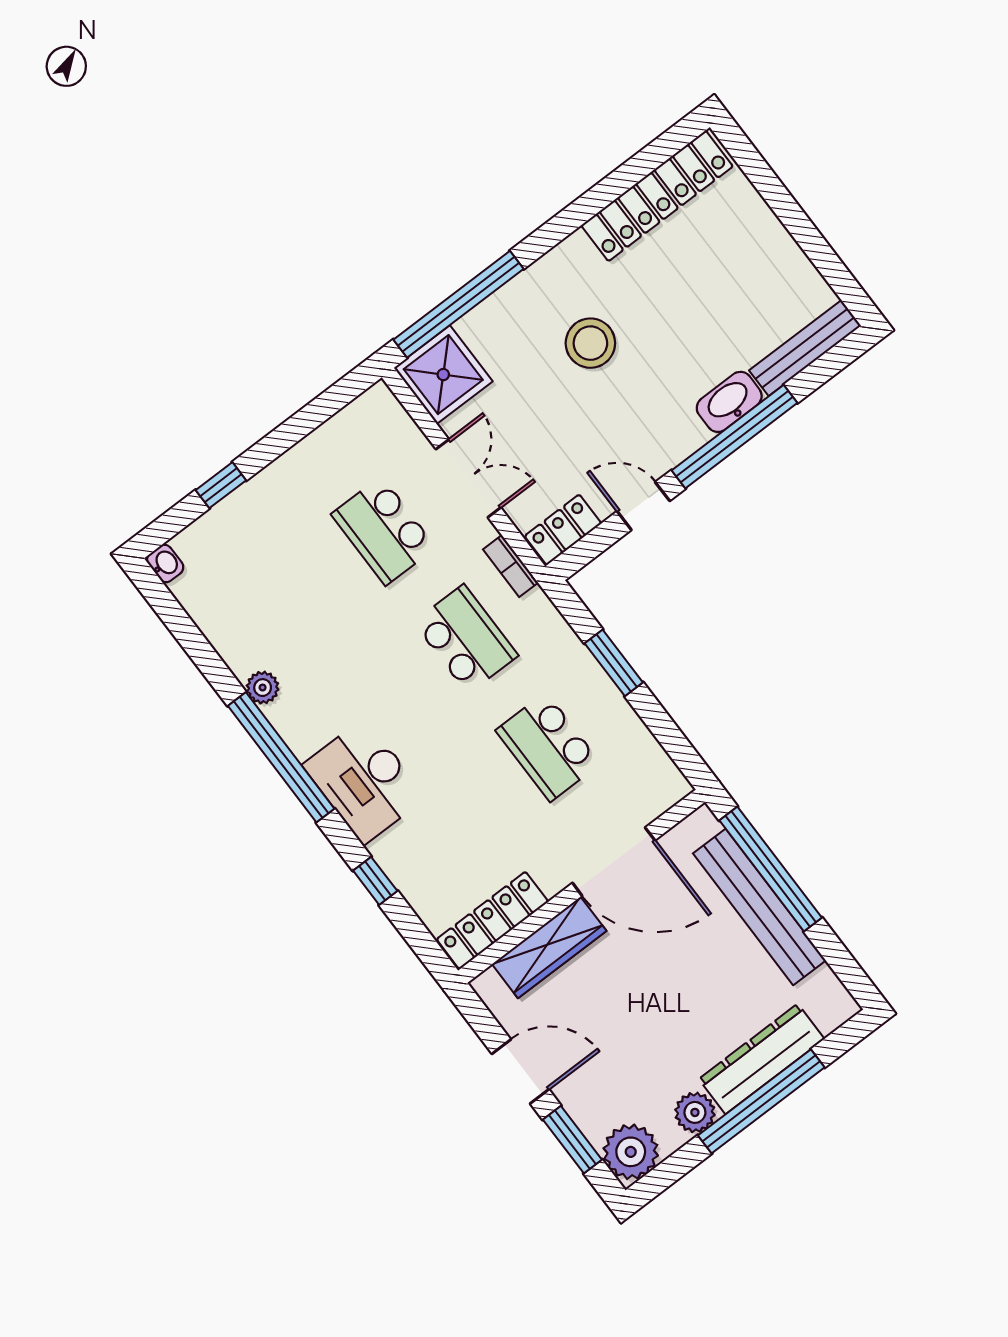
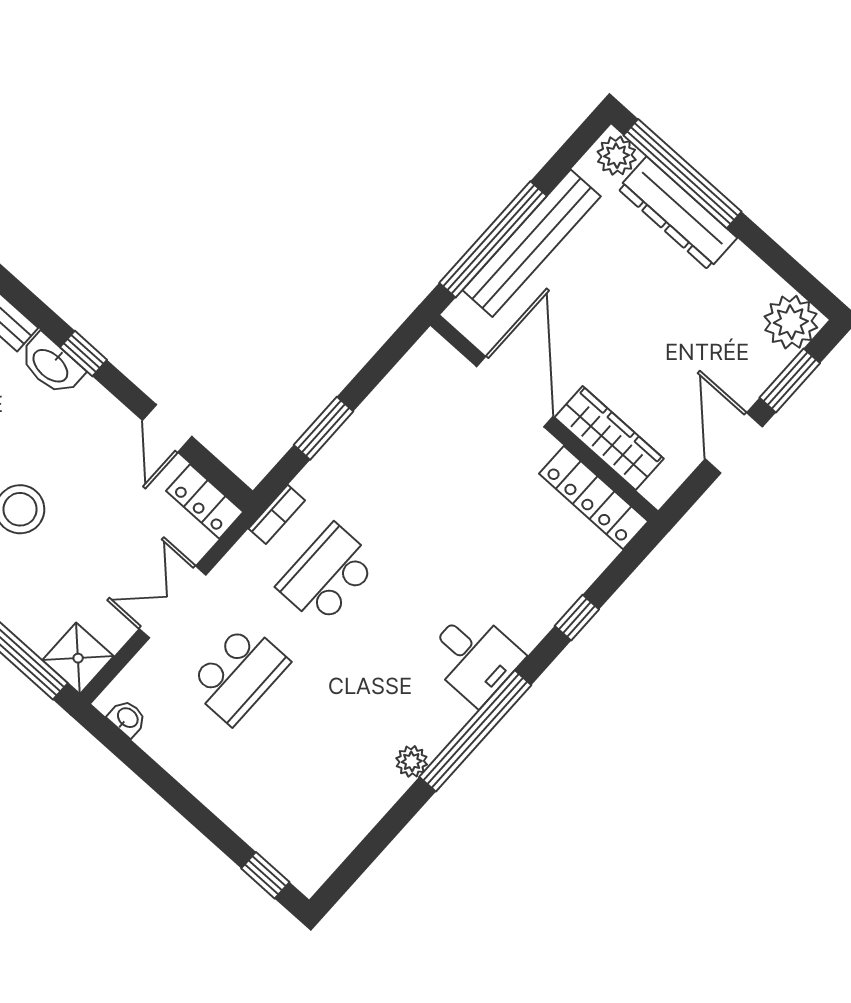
shower: (443, 375) -> (78, 658), width x0.73, depth x0.73
window: (734, 437) -> (84, 353), width x0.32
window: (221, 485) -> (265, 875), moved
washbasin: (165, 563) -> (127, 718), moved, turned 90
bookcase: (511, 566) -> (277, 514), moved
school desk: (548, 747) -> (416, 476), removed
desk: (364, 781) -> (474, 657), width x0.73
window: (761, 1101) -> (683, 174), moved
plant: (695, 1112) -> (617, 156), moved

